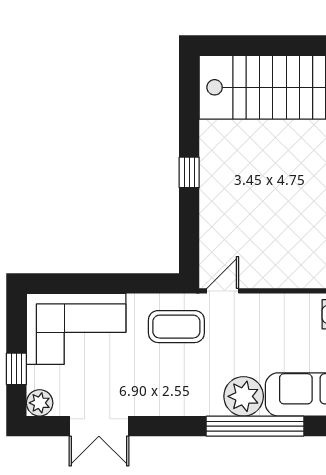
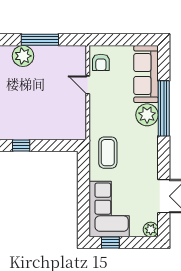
door: (223, 291) -> (88, 85), moved
window: (16, 369) -> (110, 243), moved

